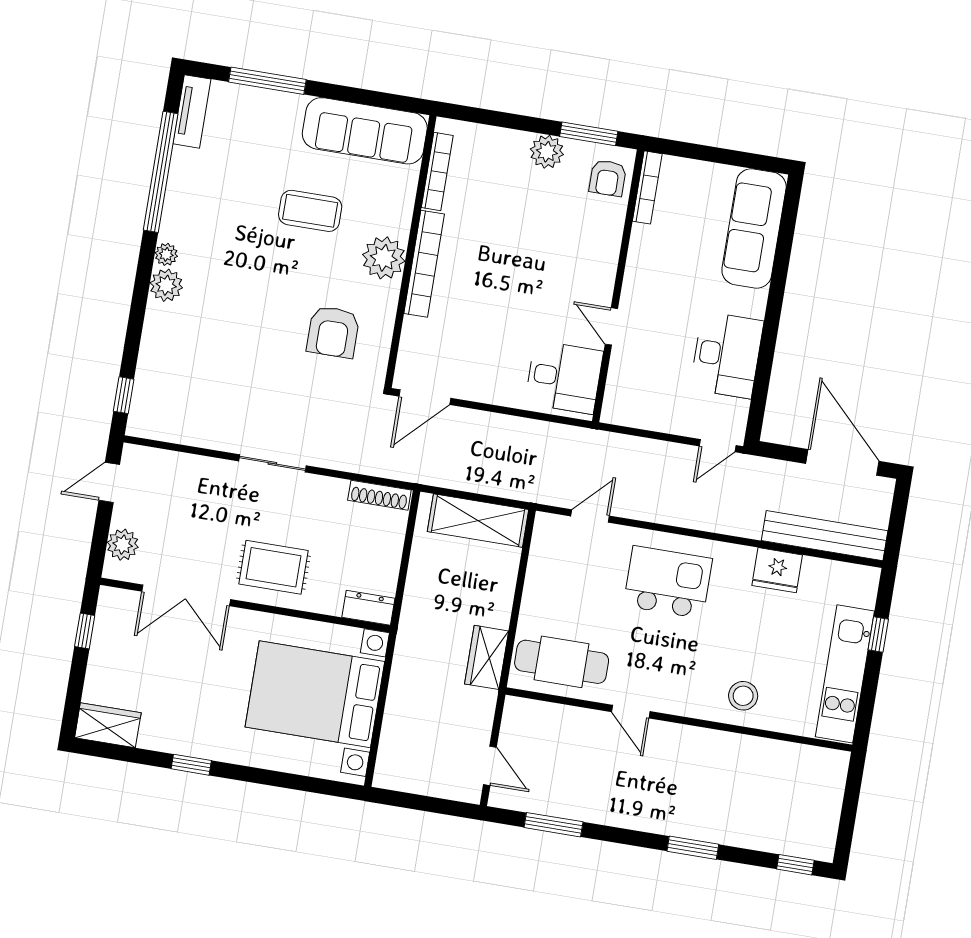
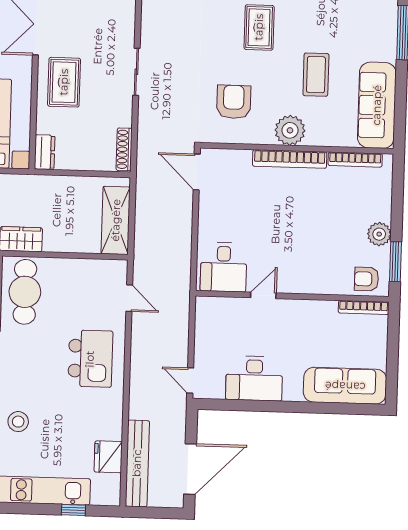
rug: (233, 282) -> (259, 27), added
armchair: (333, 332) -> (234, 102), turned 90
fridge: (777, 570) -> (108, 457), moved

